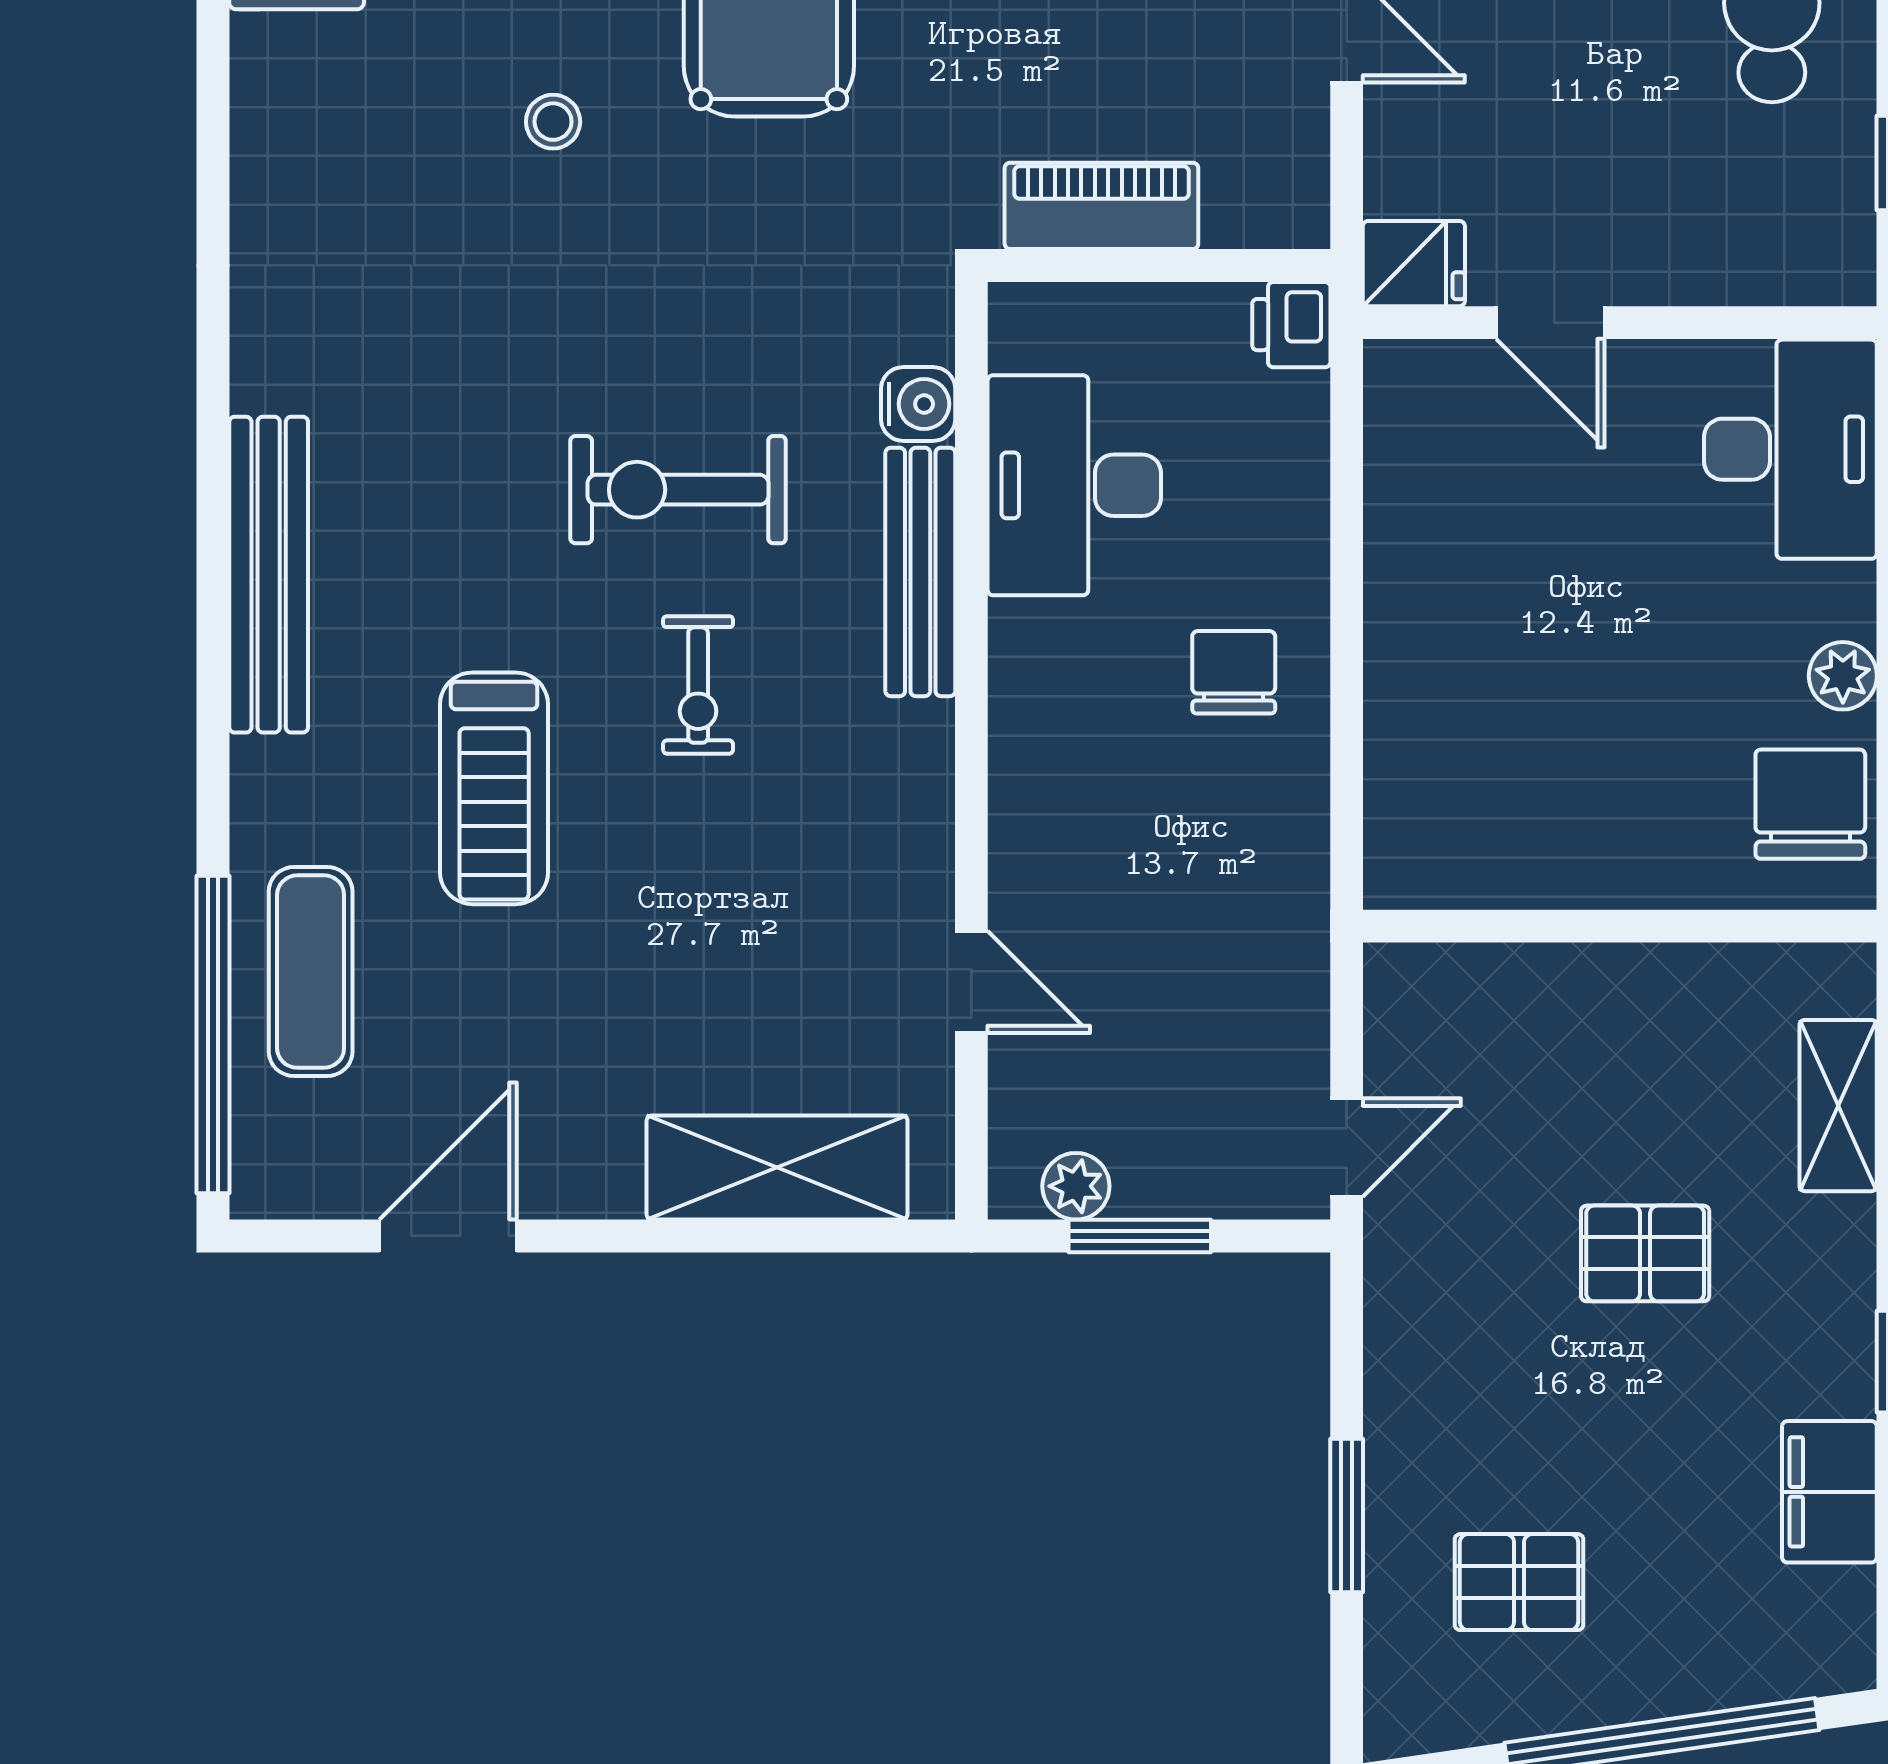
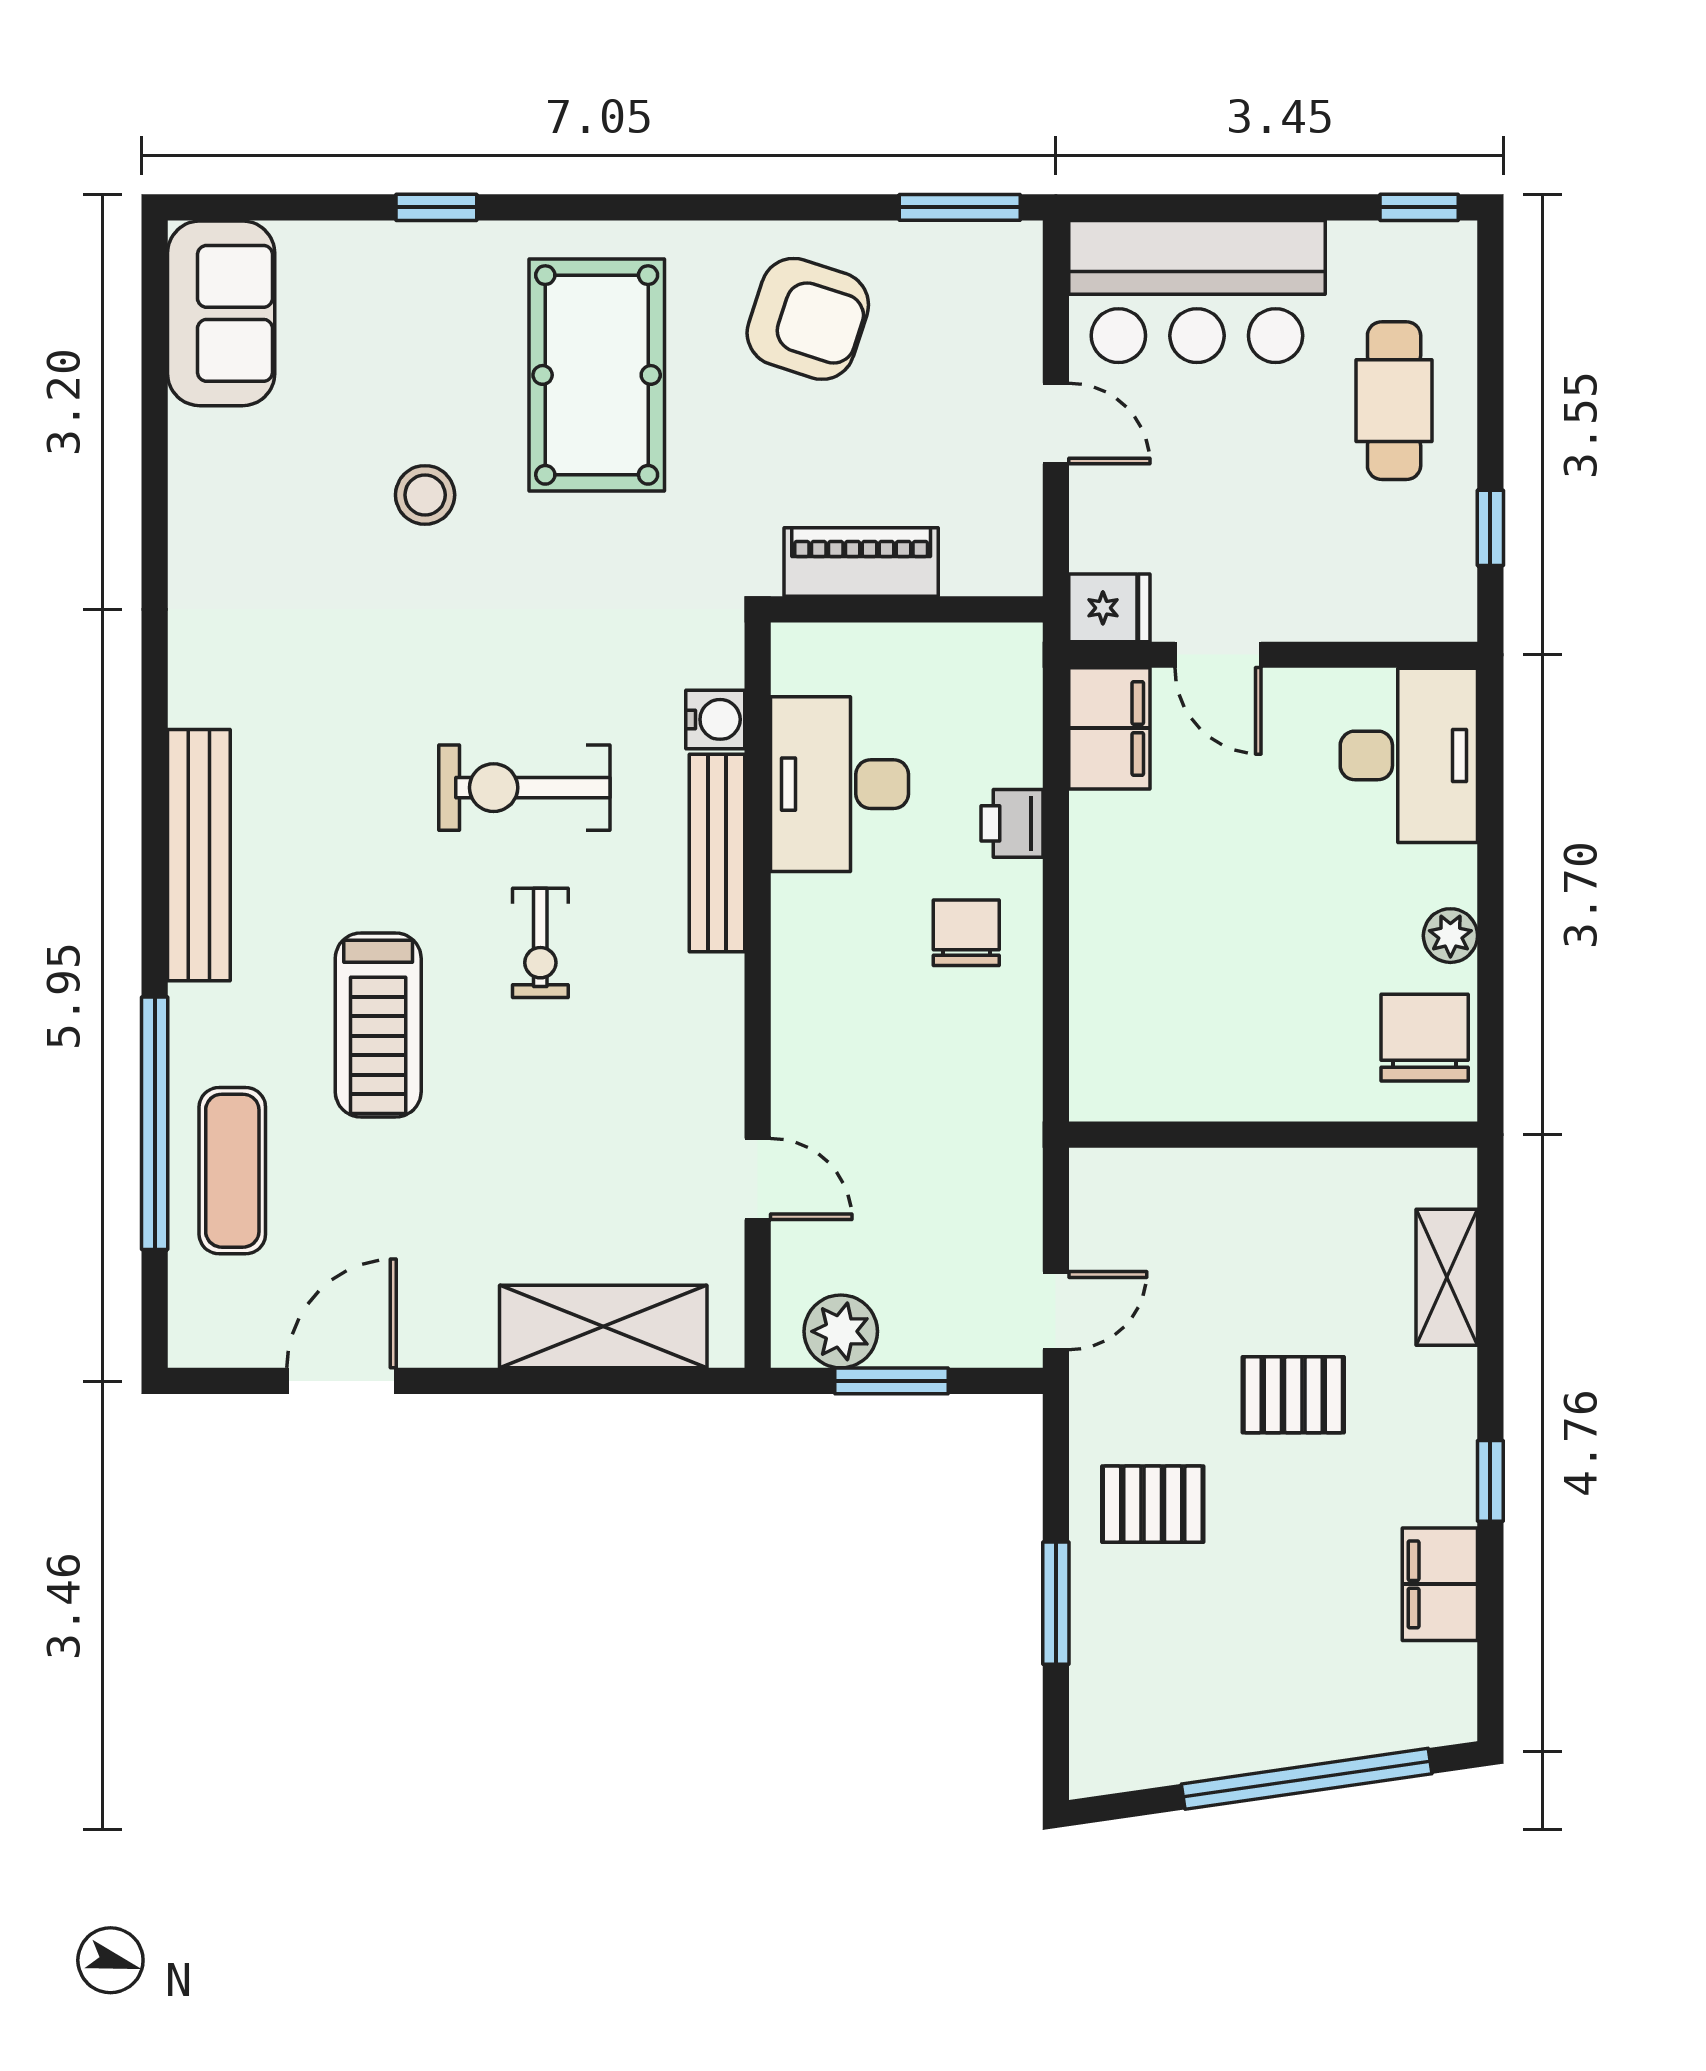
stool: (553, 122) -> (425, 495), width x1.37, depth x1.37
printer: (1291, 325) -> (1012, 823), moved
filing cabinet: (1414, 415) -> (1109, 728), added
window: (213, 1035) -> (155, 1123), moved
plant: (1076, 1186) -> (841, 1331), width x1.38, depth x1.38
pallet: (1519, 1582) -> (1153, 1504), moved

